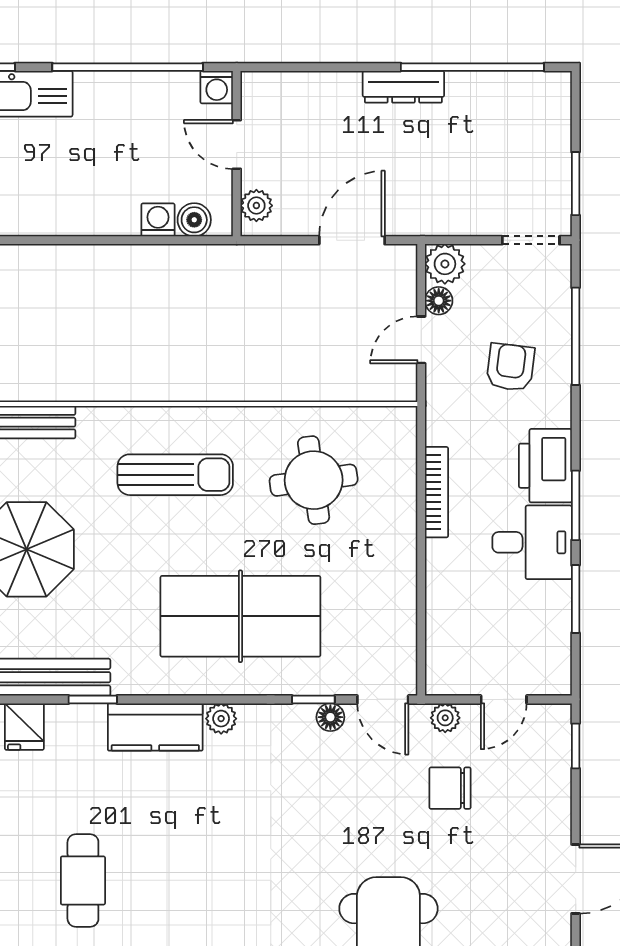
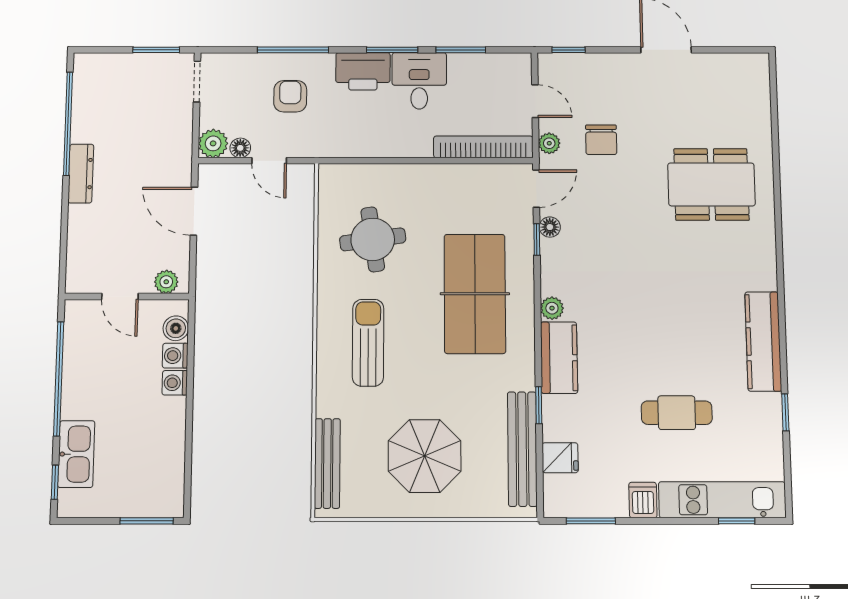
washing machine: (217, 87) -> (175, 383), moved, turned 180
door: (237, 144) -> (120, 296), hinge flipped
window: (576, 336) -> (293, 50), moved
armchair: (510, 367) -> (290, 96), turned 83
bookcase: (437, 492) -> (483, 147), moved, width x1.48, depth x1.31

